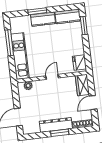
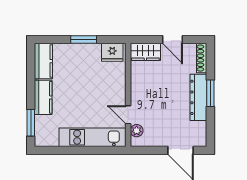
window: (37, 11) -> (31, 123), moved
window: (84, 26) -> (84, 39), moved
window: (9, 43) -> (71, 150), removed
door: (52, 77) -> (128, 115), moved

